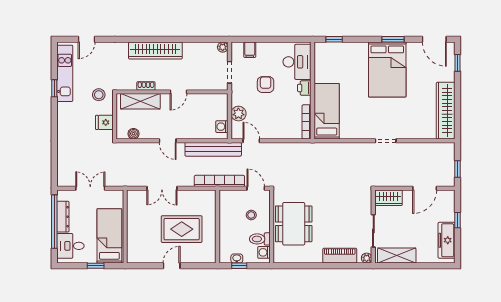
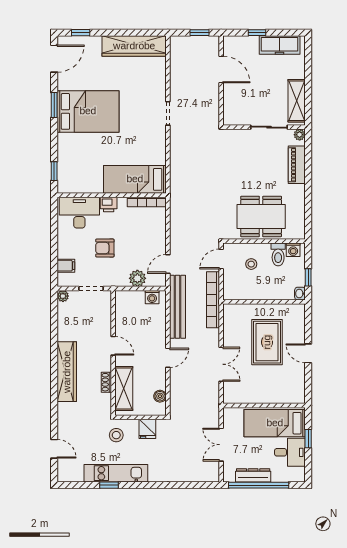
kitchen unit: (65, 73) -> (116, 473), moved
wardrobe: (389, 198) -> (232, 110), removed
desk: (70, 246) -> (290, 452), moved, turned -90
washbasin: (237, 258) -> (300, 294), moved

